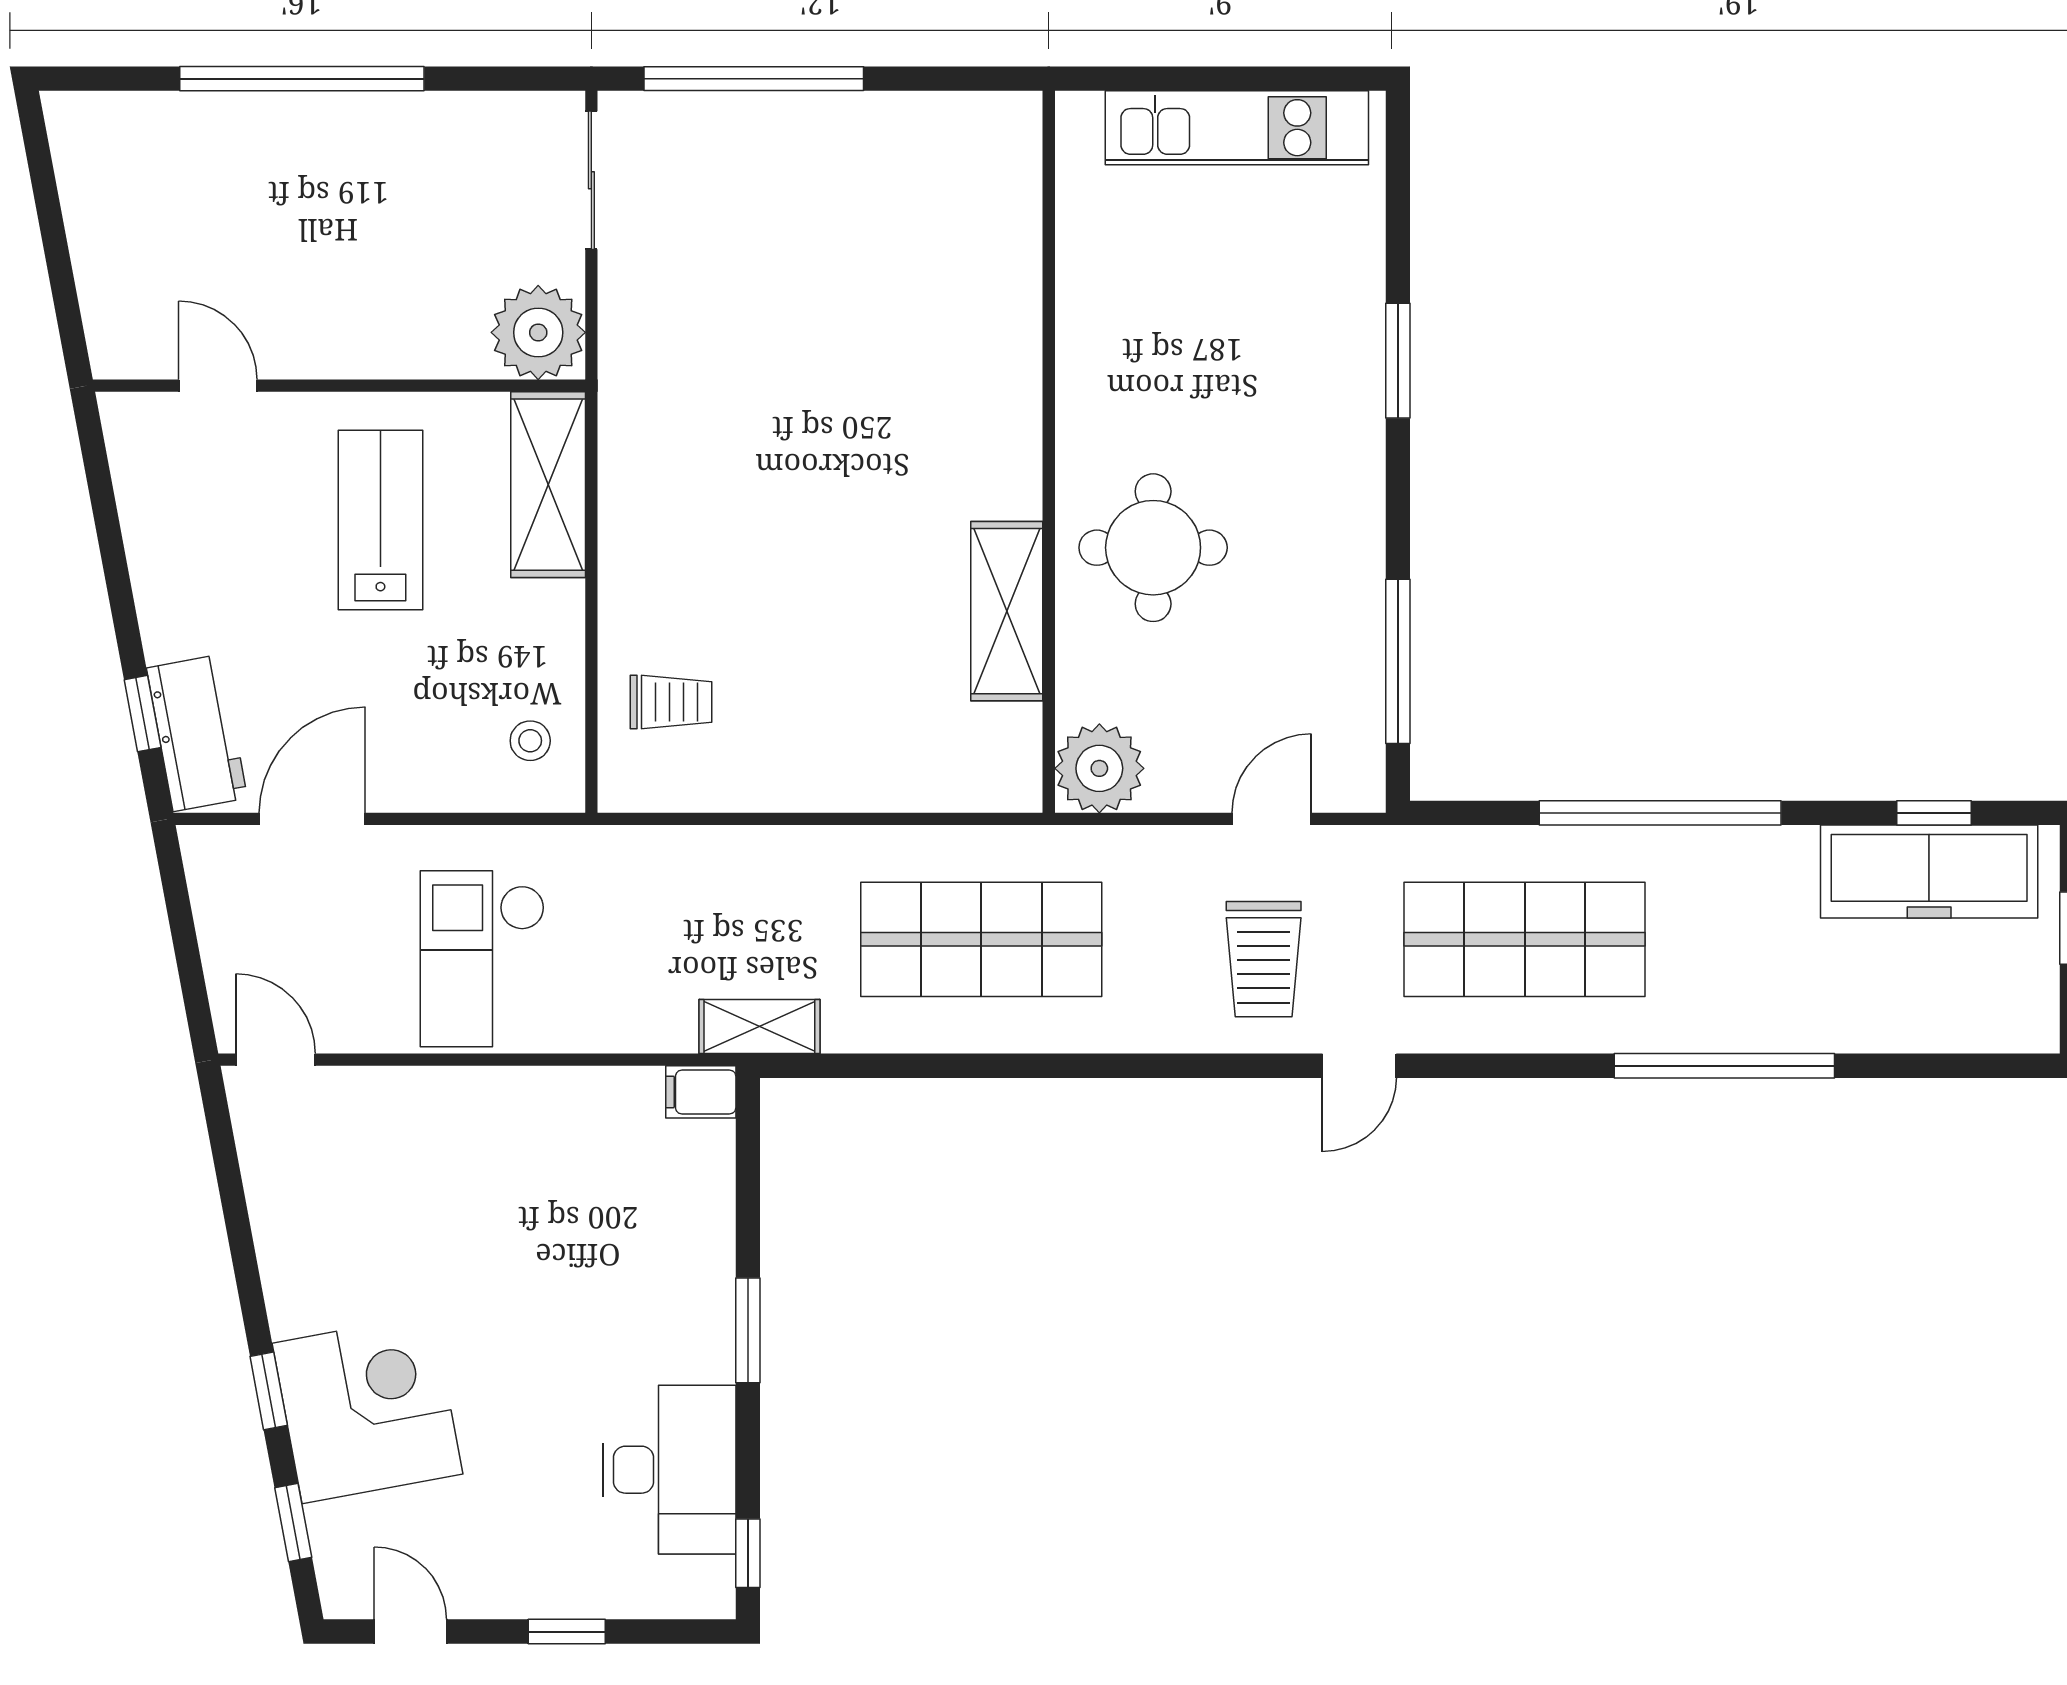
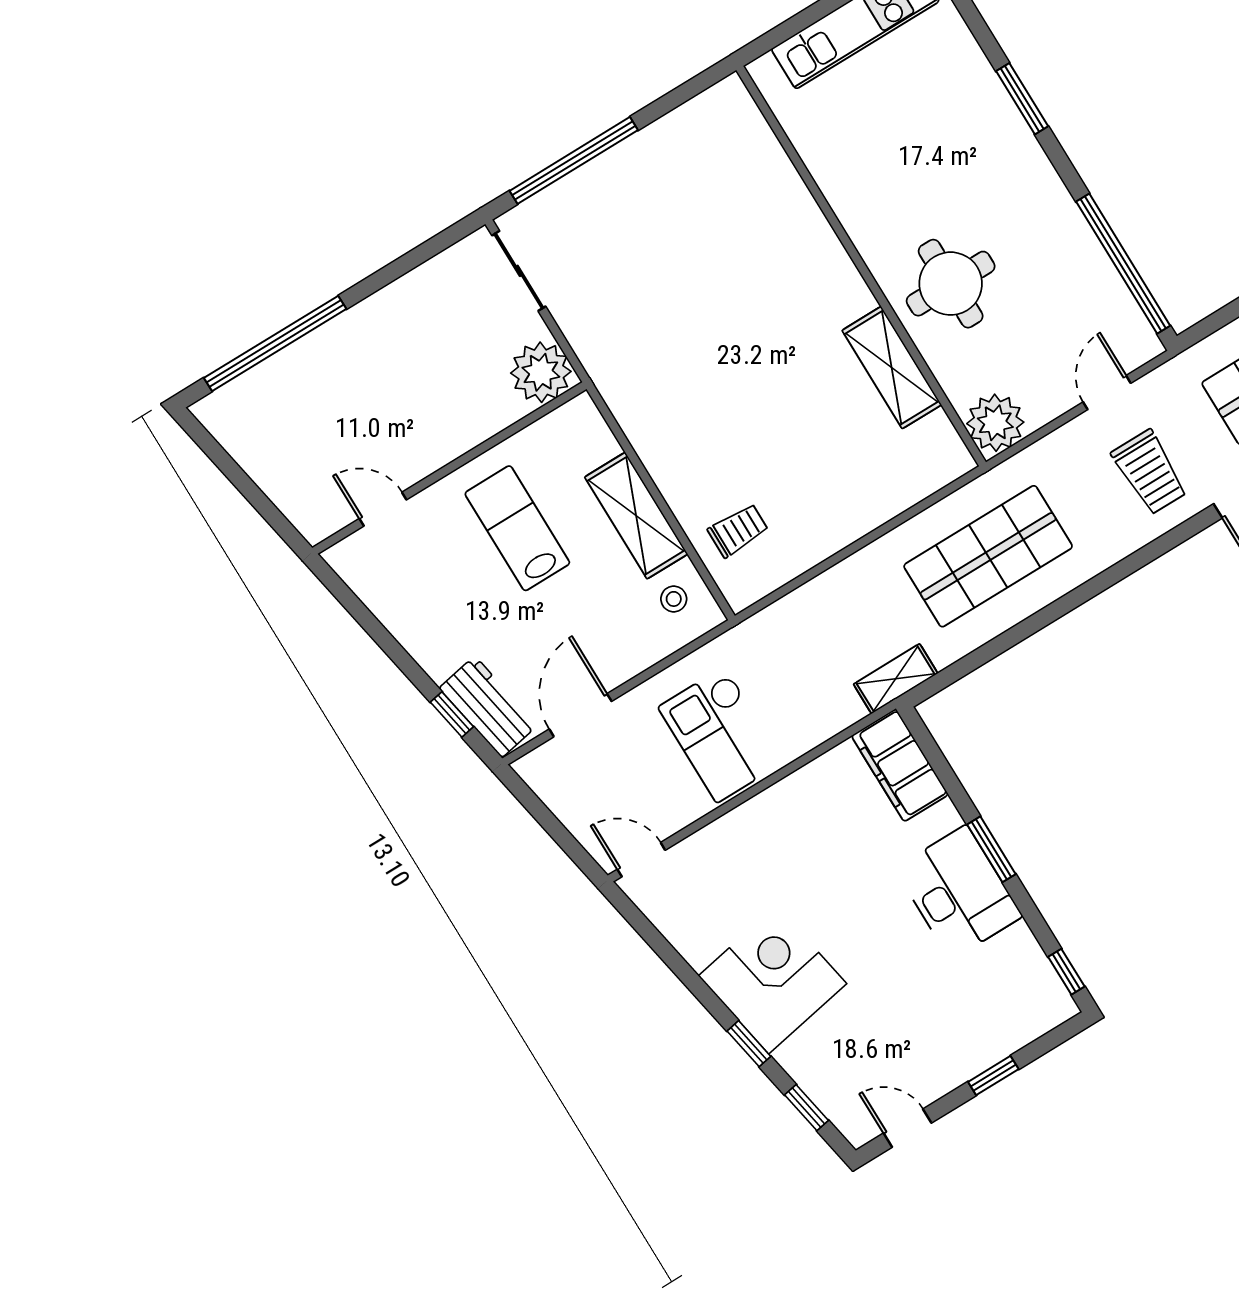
window: (302, 79) -> (275, 343), moved
shelving: (548, 485) -> (636, 516), moved
window: (1398, 661) -> (1123, 264), width x1.46
filing cabinet: (701, 1092) -> (900, 765), width x3.00, depth x1.17
corner desk: (367, 1409) -> (773, 980), moved
desk: (669, 1470) -> (959, 892), moved

